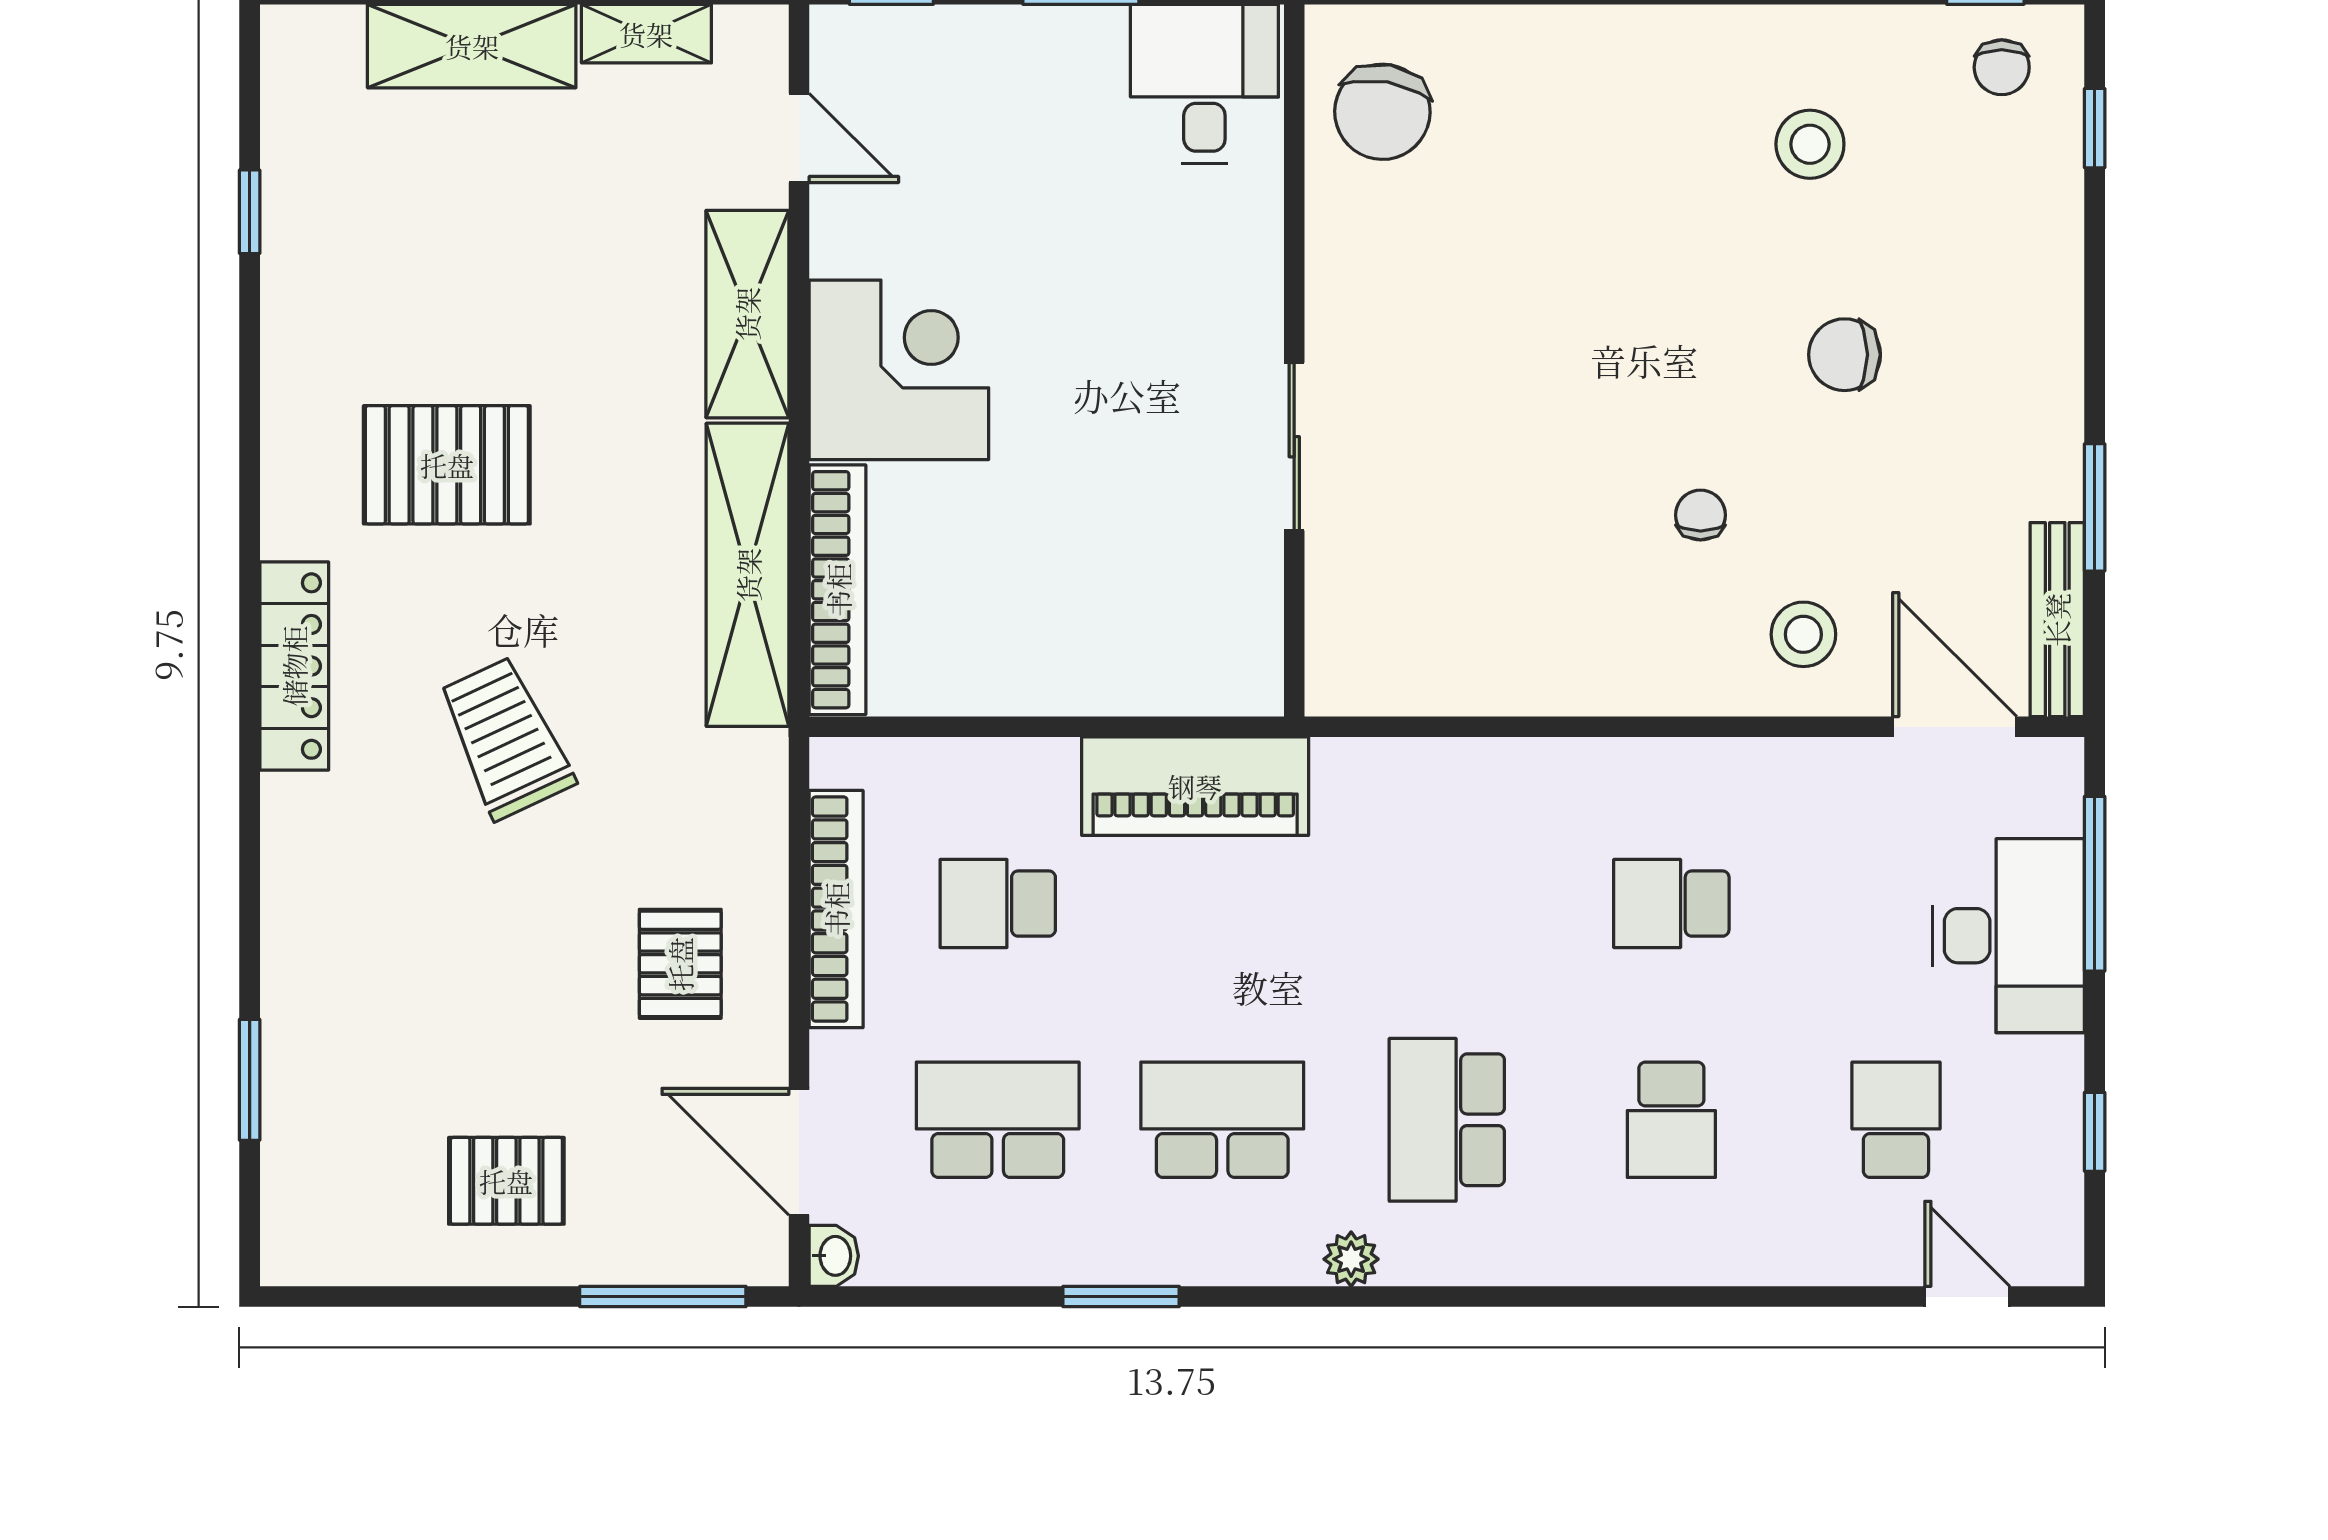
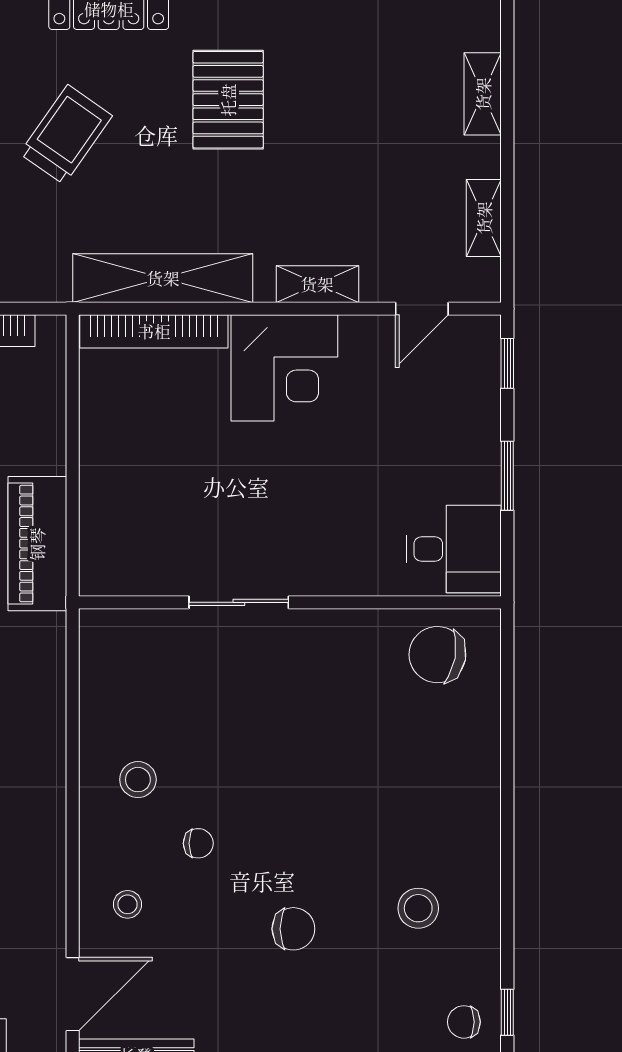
shelving: (472, 46) -> (483, 94), width x0.67, depth x0.75
shelving: (747, 314) -> (317, 284), width x0.67, depth x0.75
chair: (1845, 355) -> (293, 929), turned 90
stool: (1593, 617) -> (138, 780), added
stool: (1803, 634) -> (127, 904), width x0.73, depth x0.73
trolley: (506, 738) -> (66, 135), turned -30

